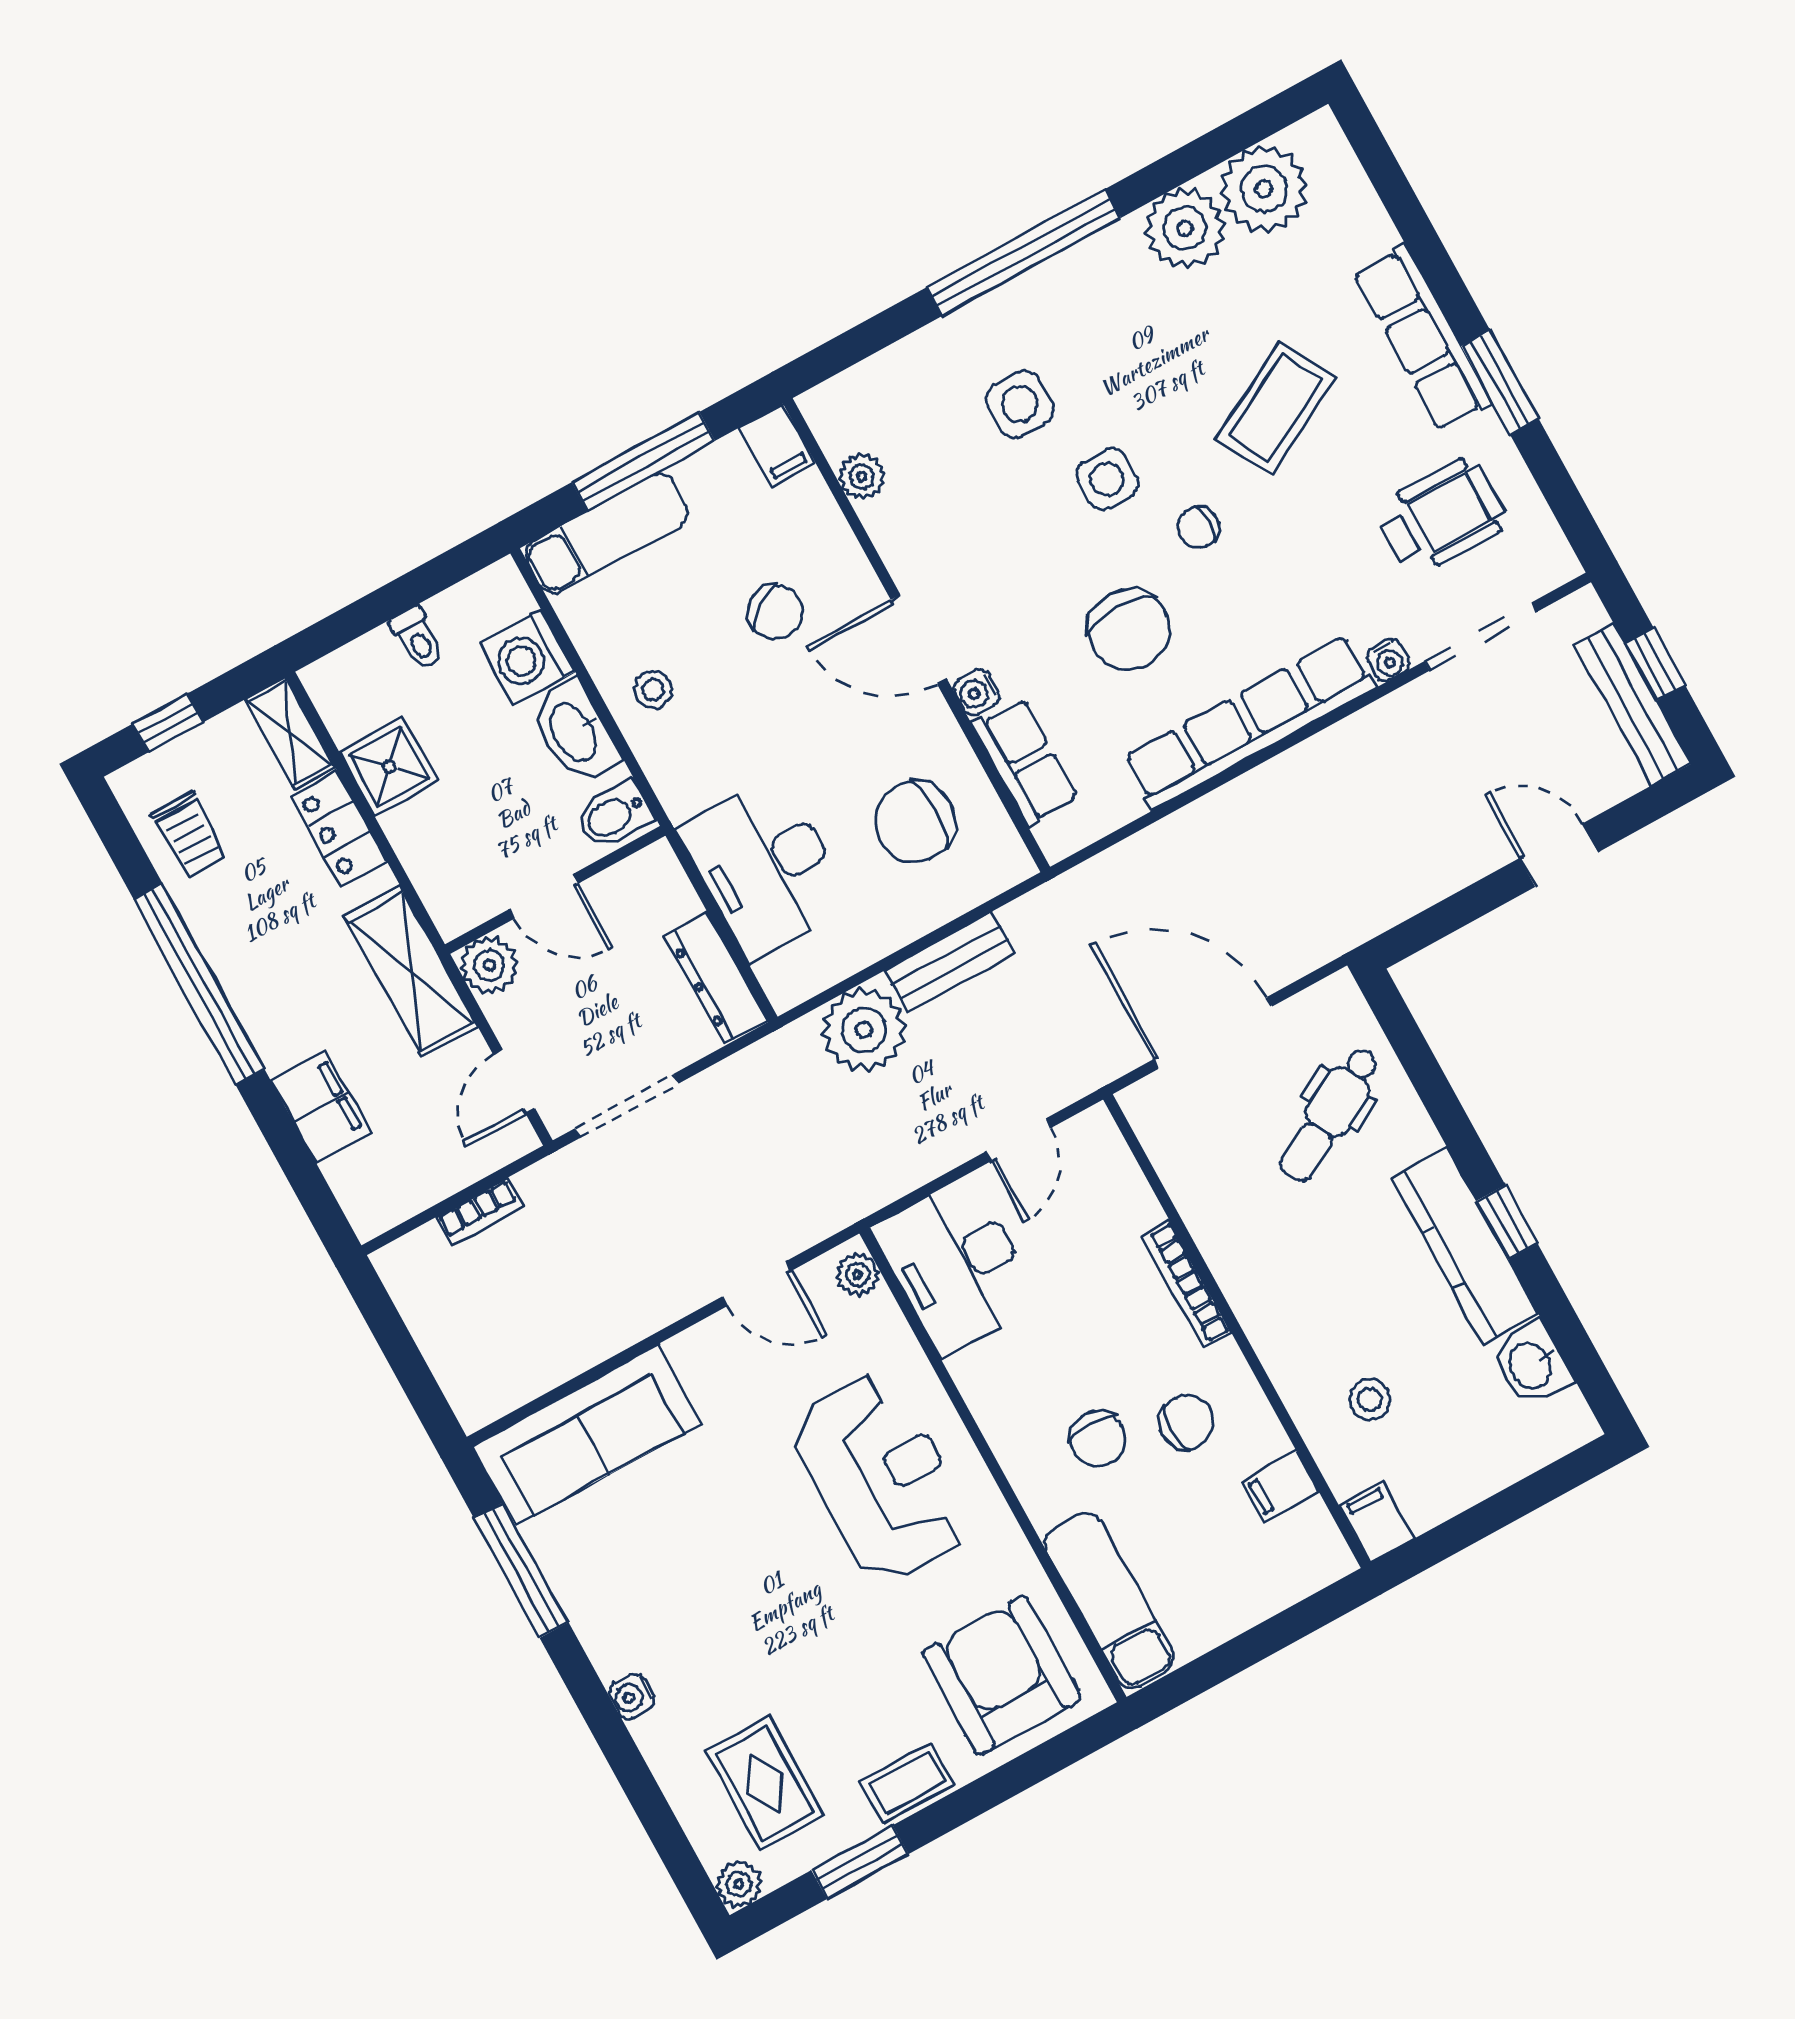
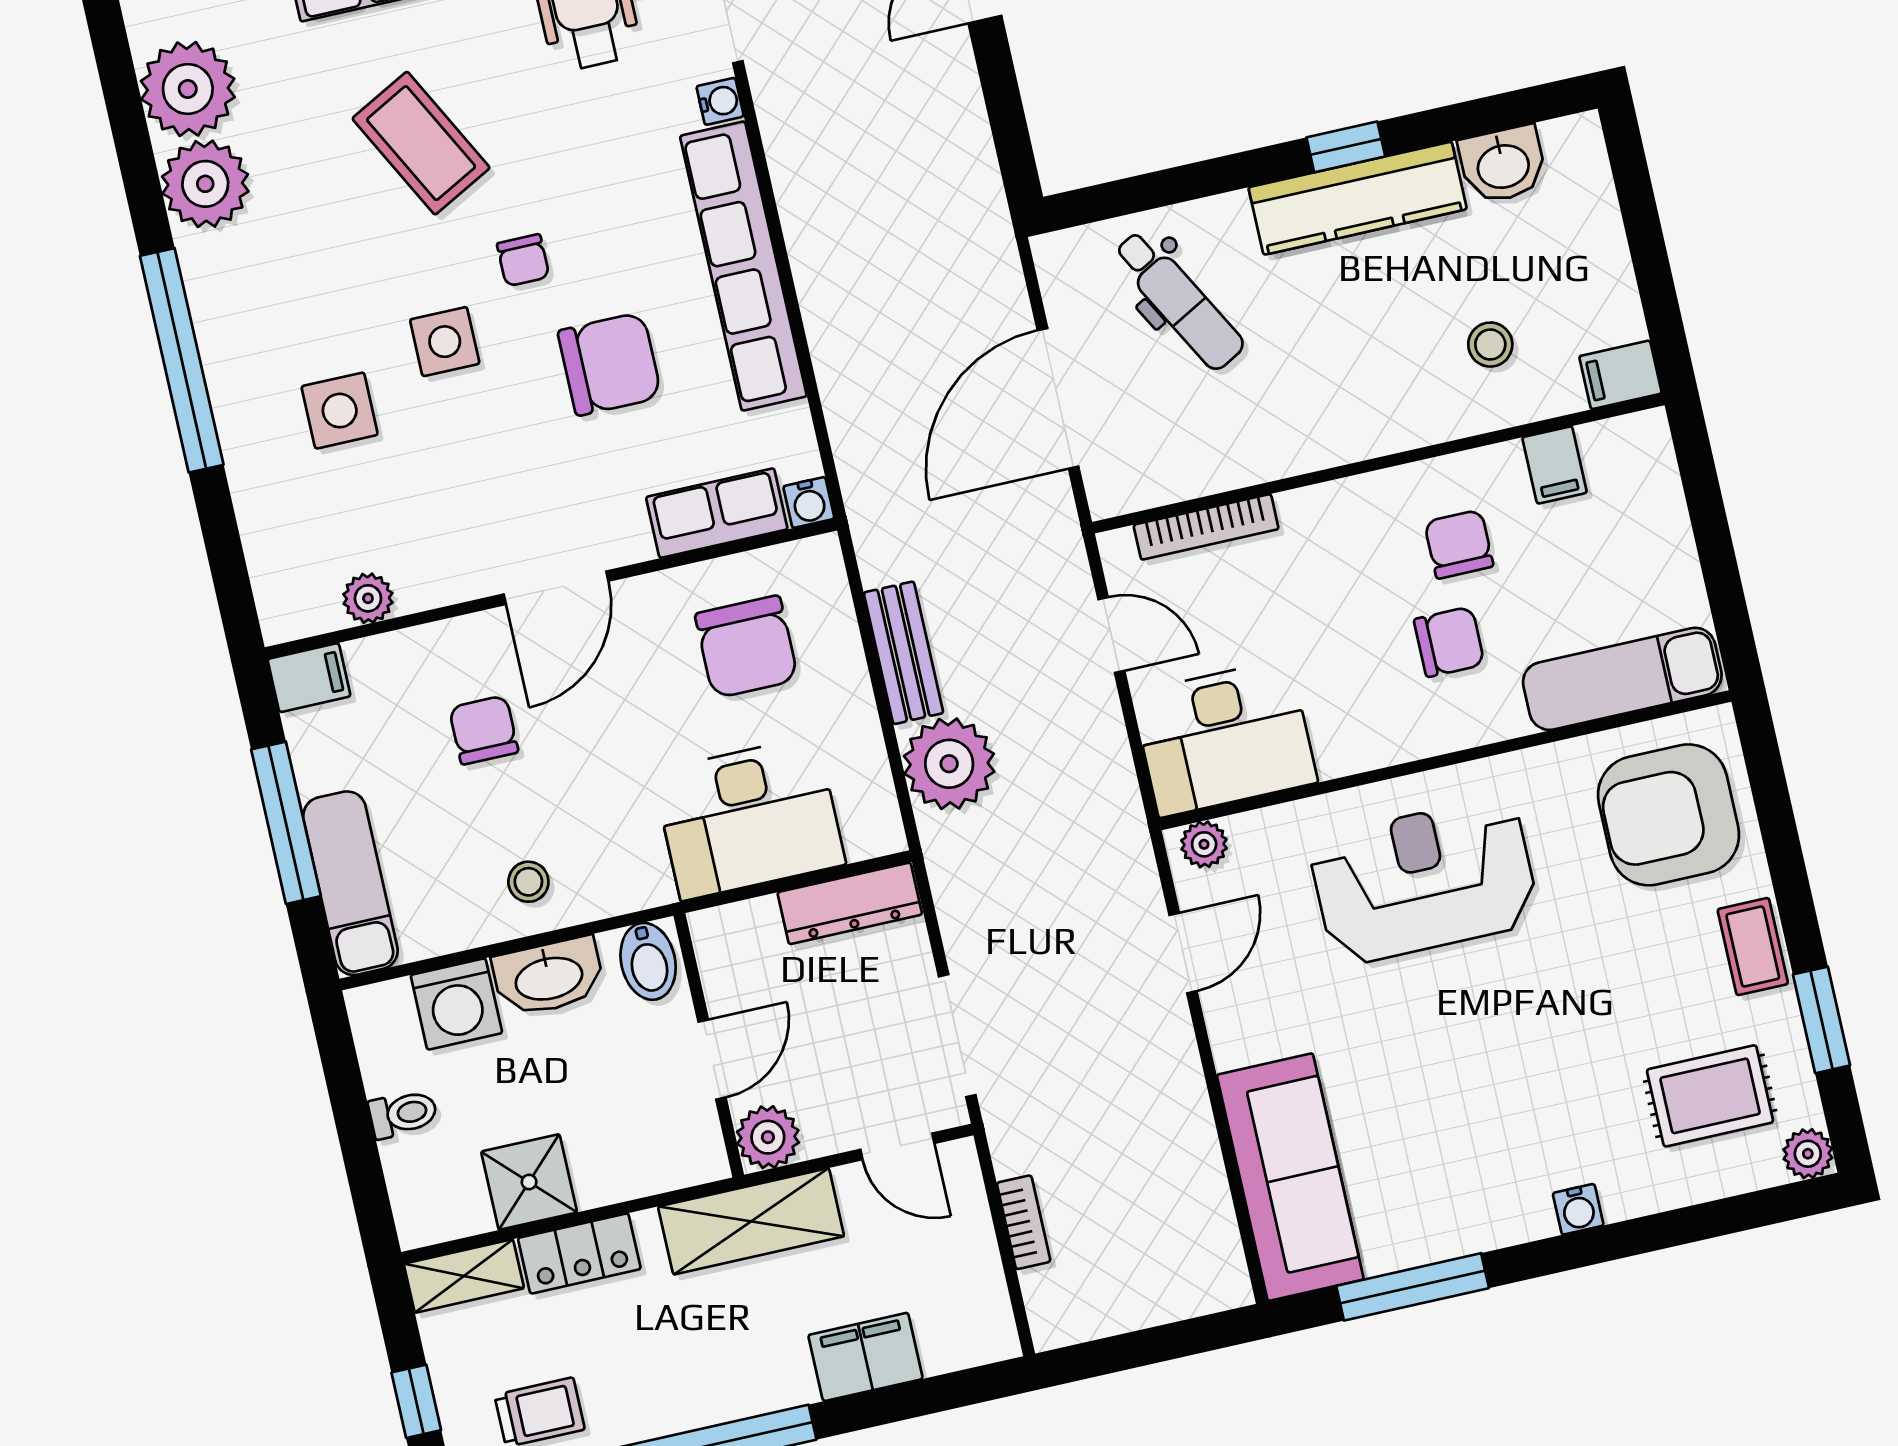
chair: (775, 612) -> (484, 730), turned -54
water cooler: (977, 692) -> (809, 502), moved
bookcase: (1186, 1285) -> (1206, 527), moved

